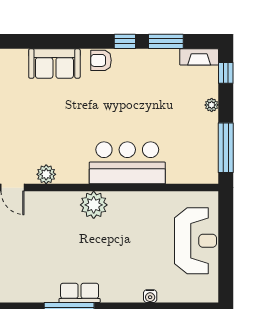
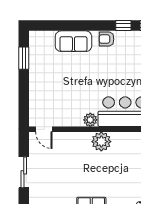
plant: (46, 174) -> (90, 120), moved

